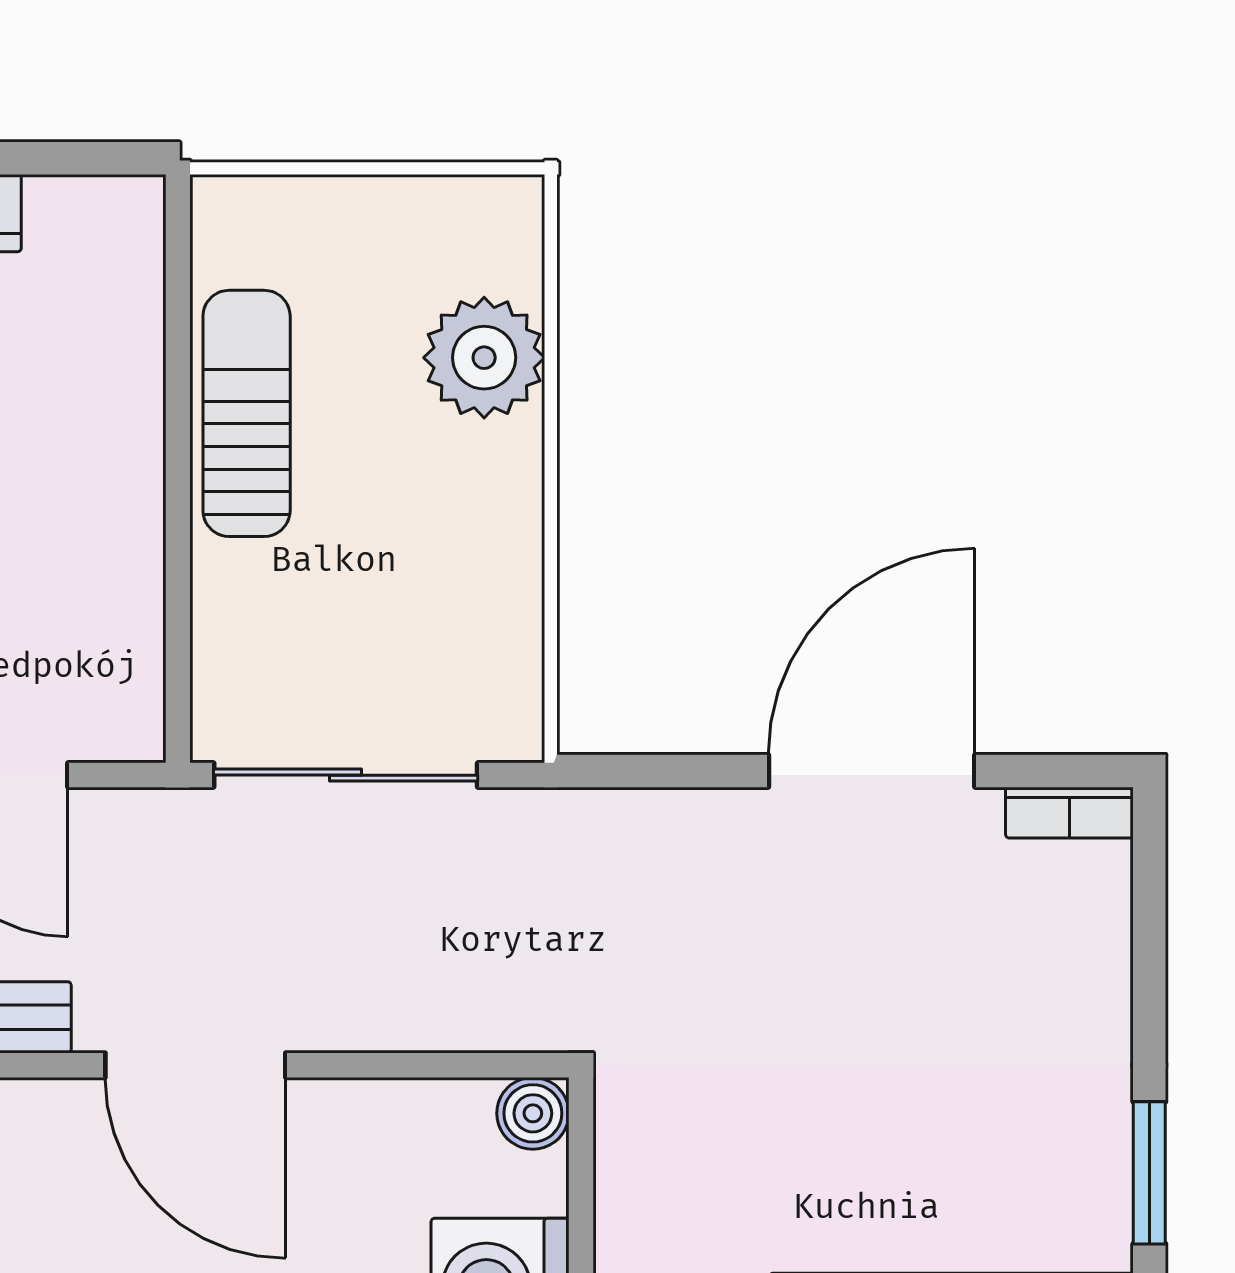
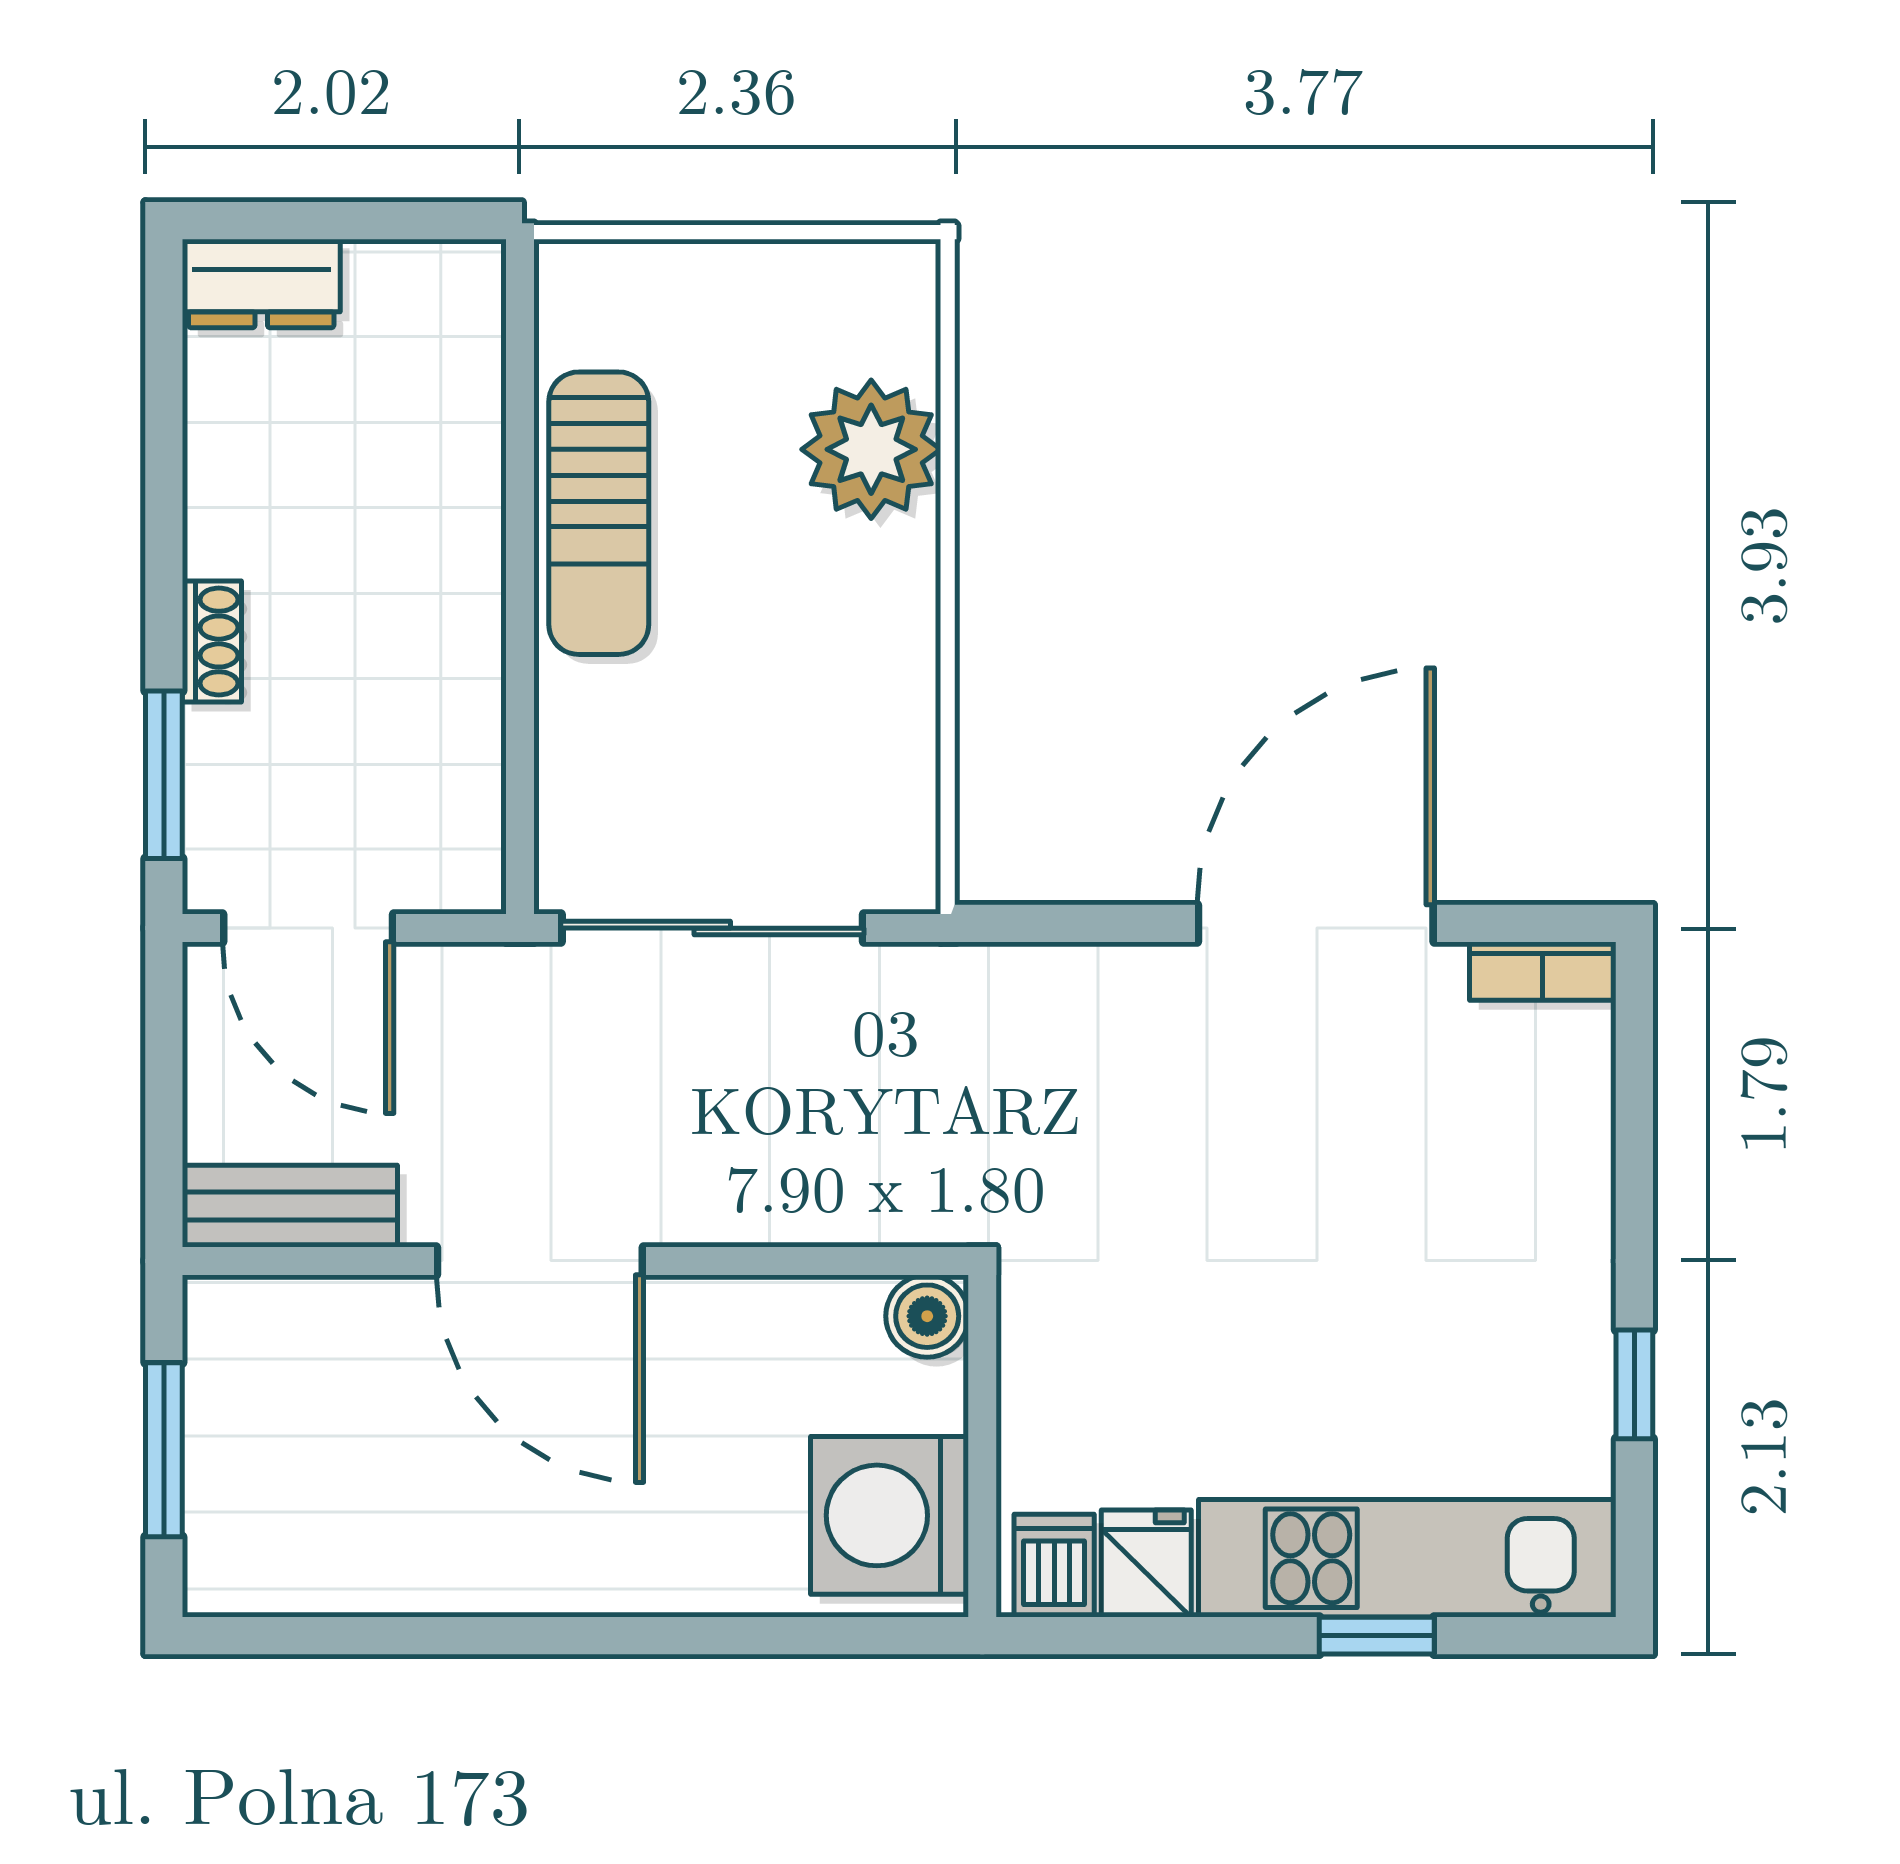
sun lounger: (247, 413) -> (599, 513), turned 180
window: (1149, 1173) -> (1634, 1384), width x0.67

